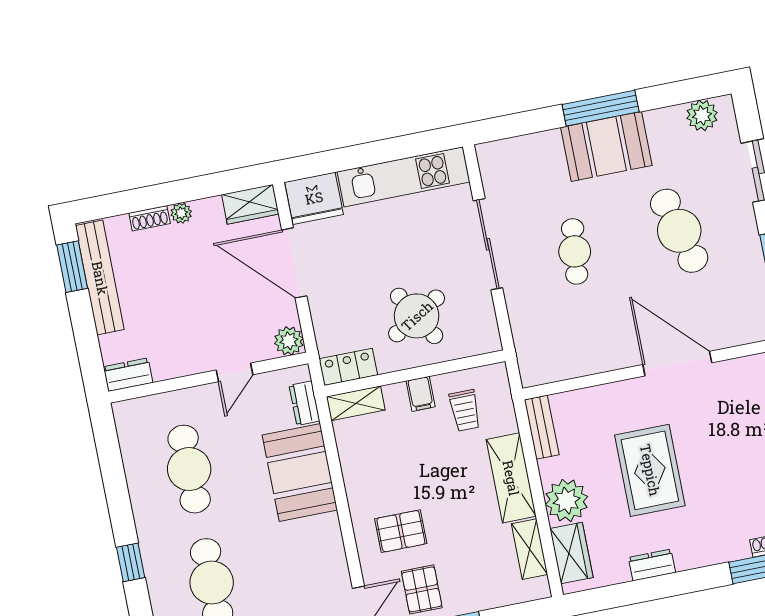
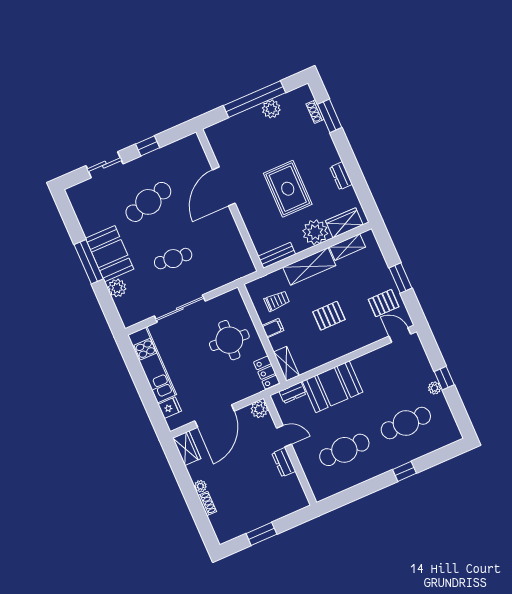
plant: (702, 115) -> (117, 288), moved
fridge: (314, 198) -> (170, 408), width x0.53, depth x0.75
window: (72, 267) -> (261, 534), moved
bench: (100, 278) -> (247, 524), removed
round table: (417, 316) -> (229, 340), turned 35
dresser: (128, 375) -> (284, 462), moved
rug: (650, 470) -> (288, 189), turned 90
pallet: (401, 531) -> (329, 316), moved, turned 90

